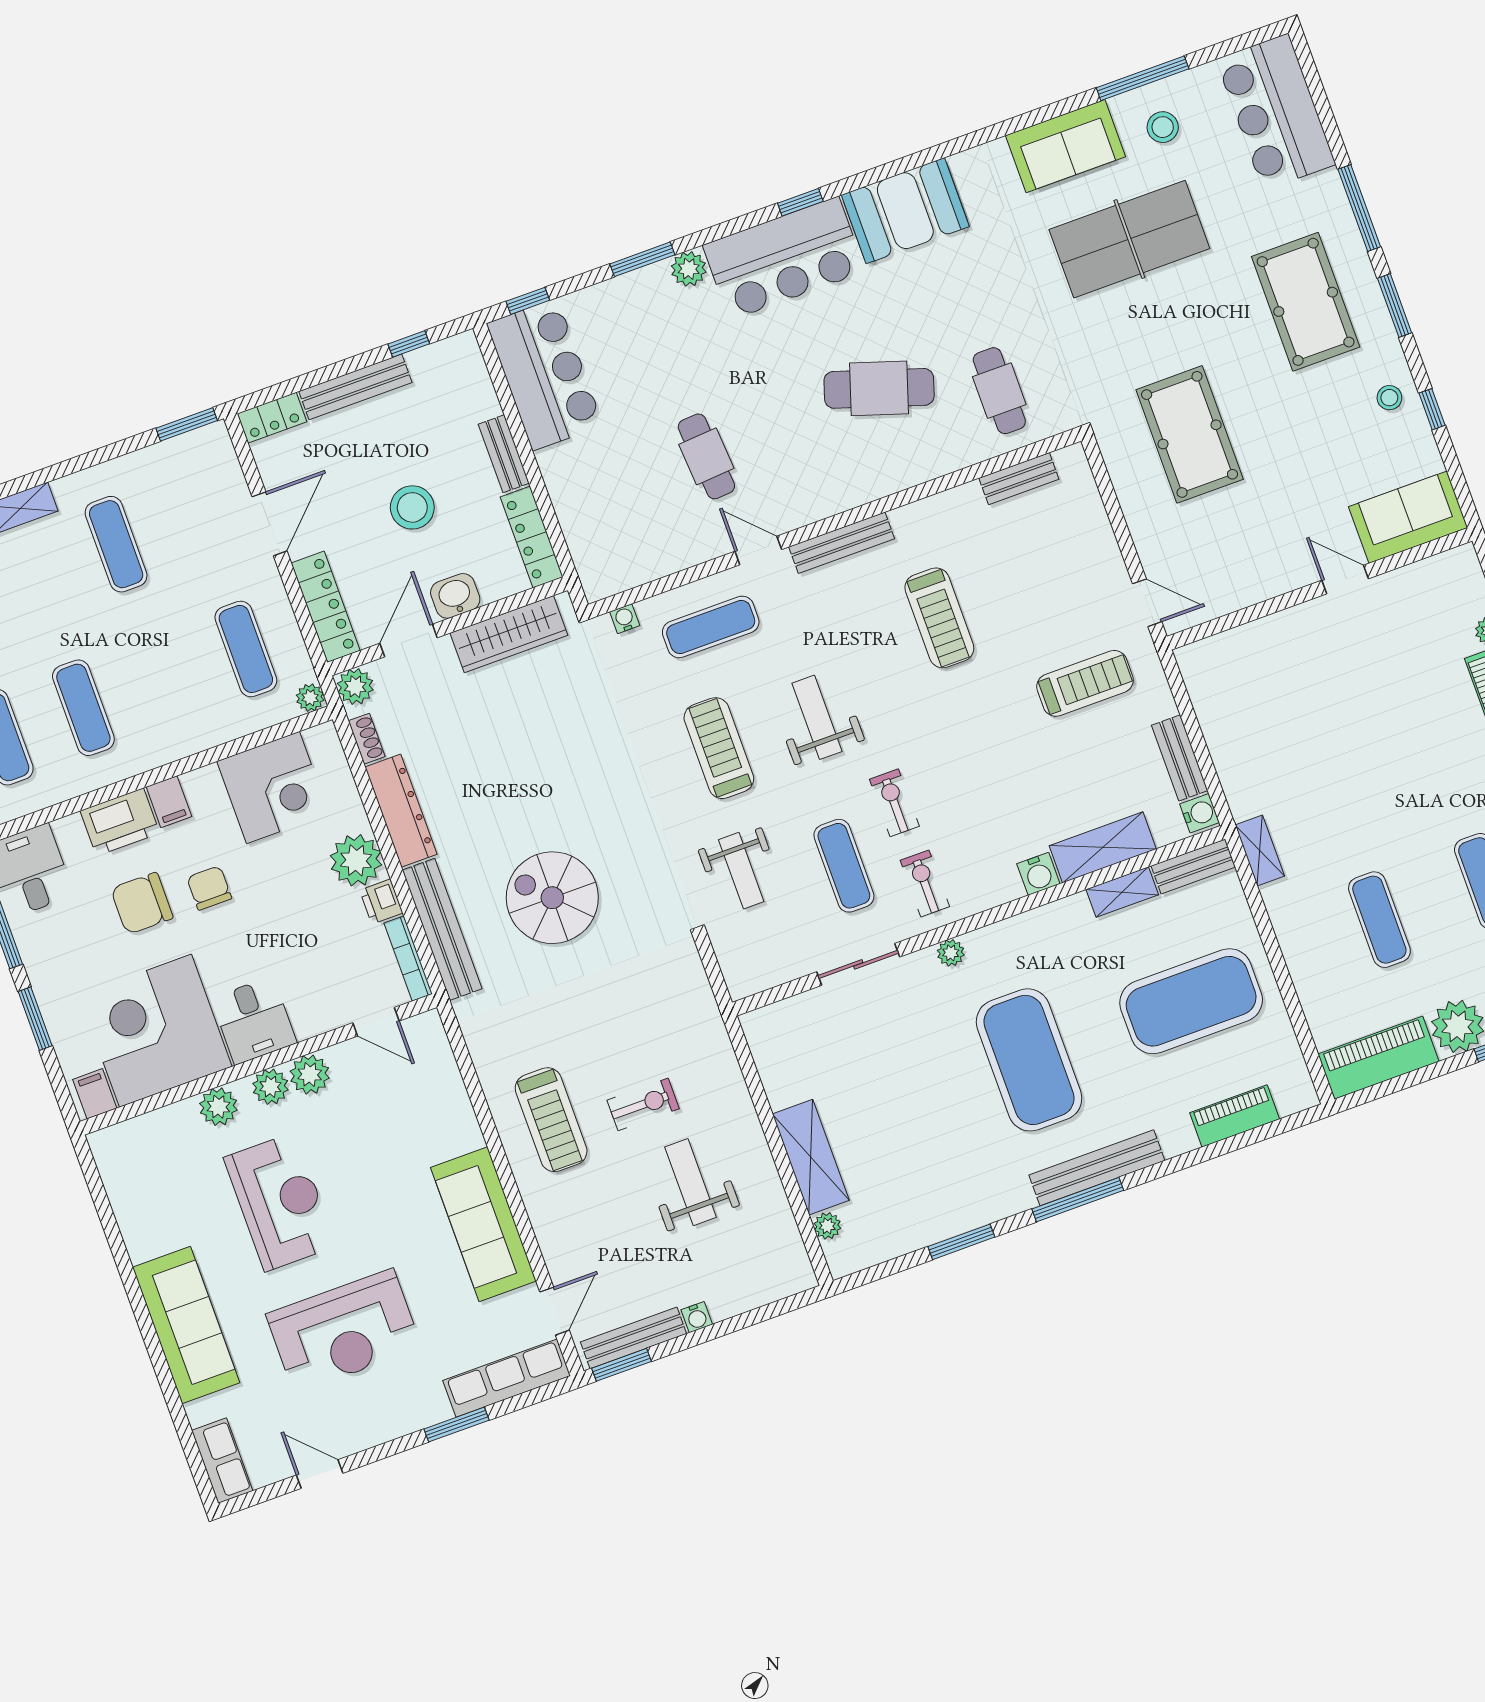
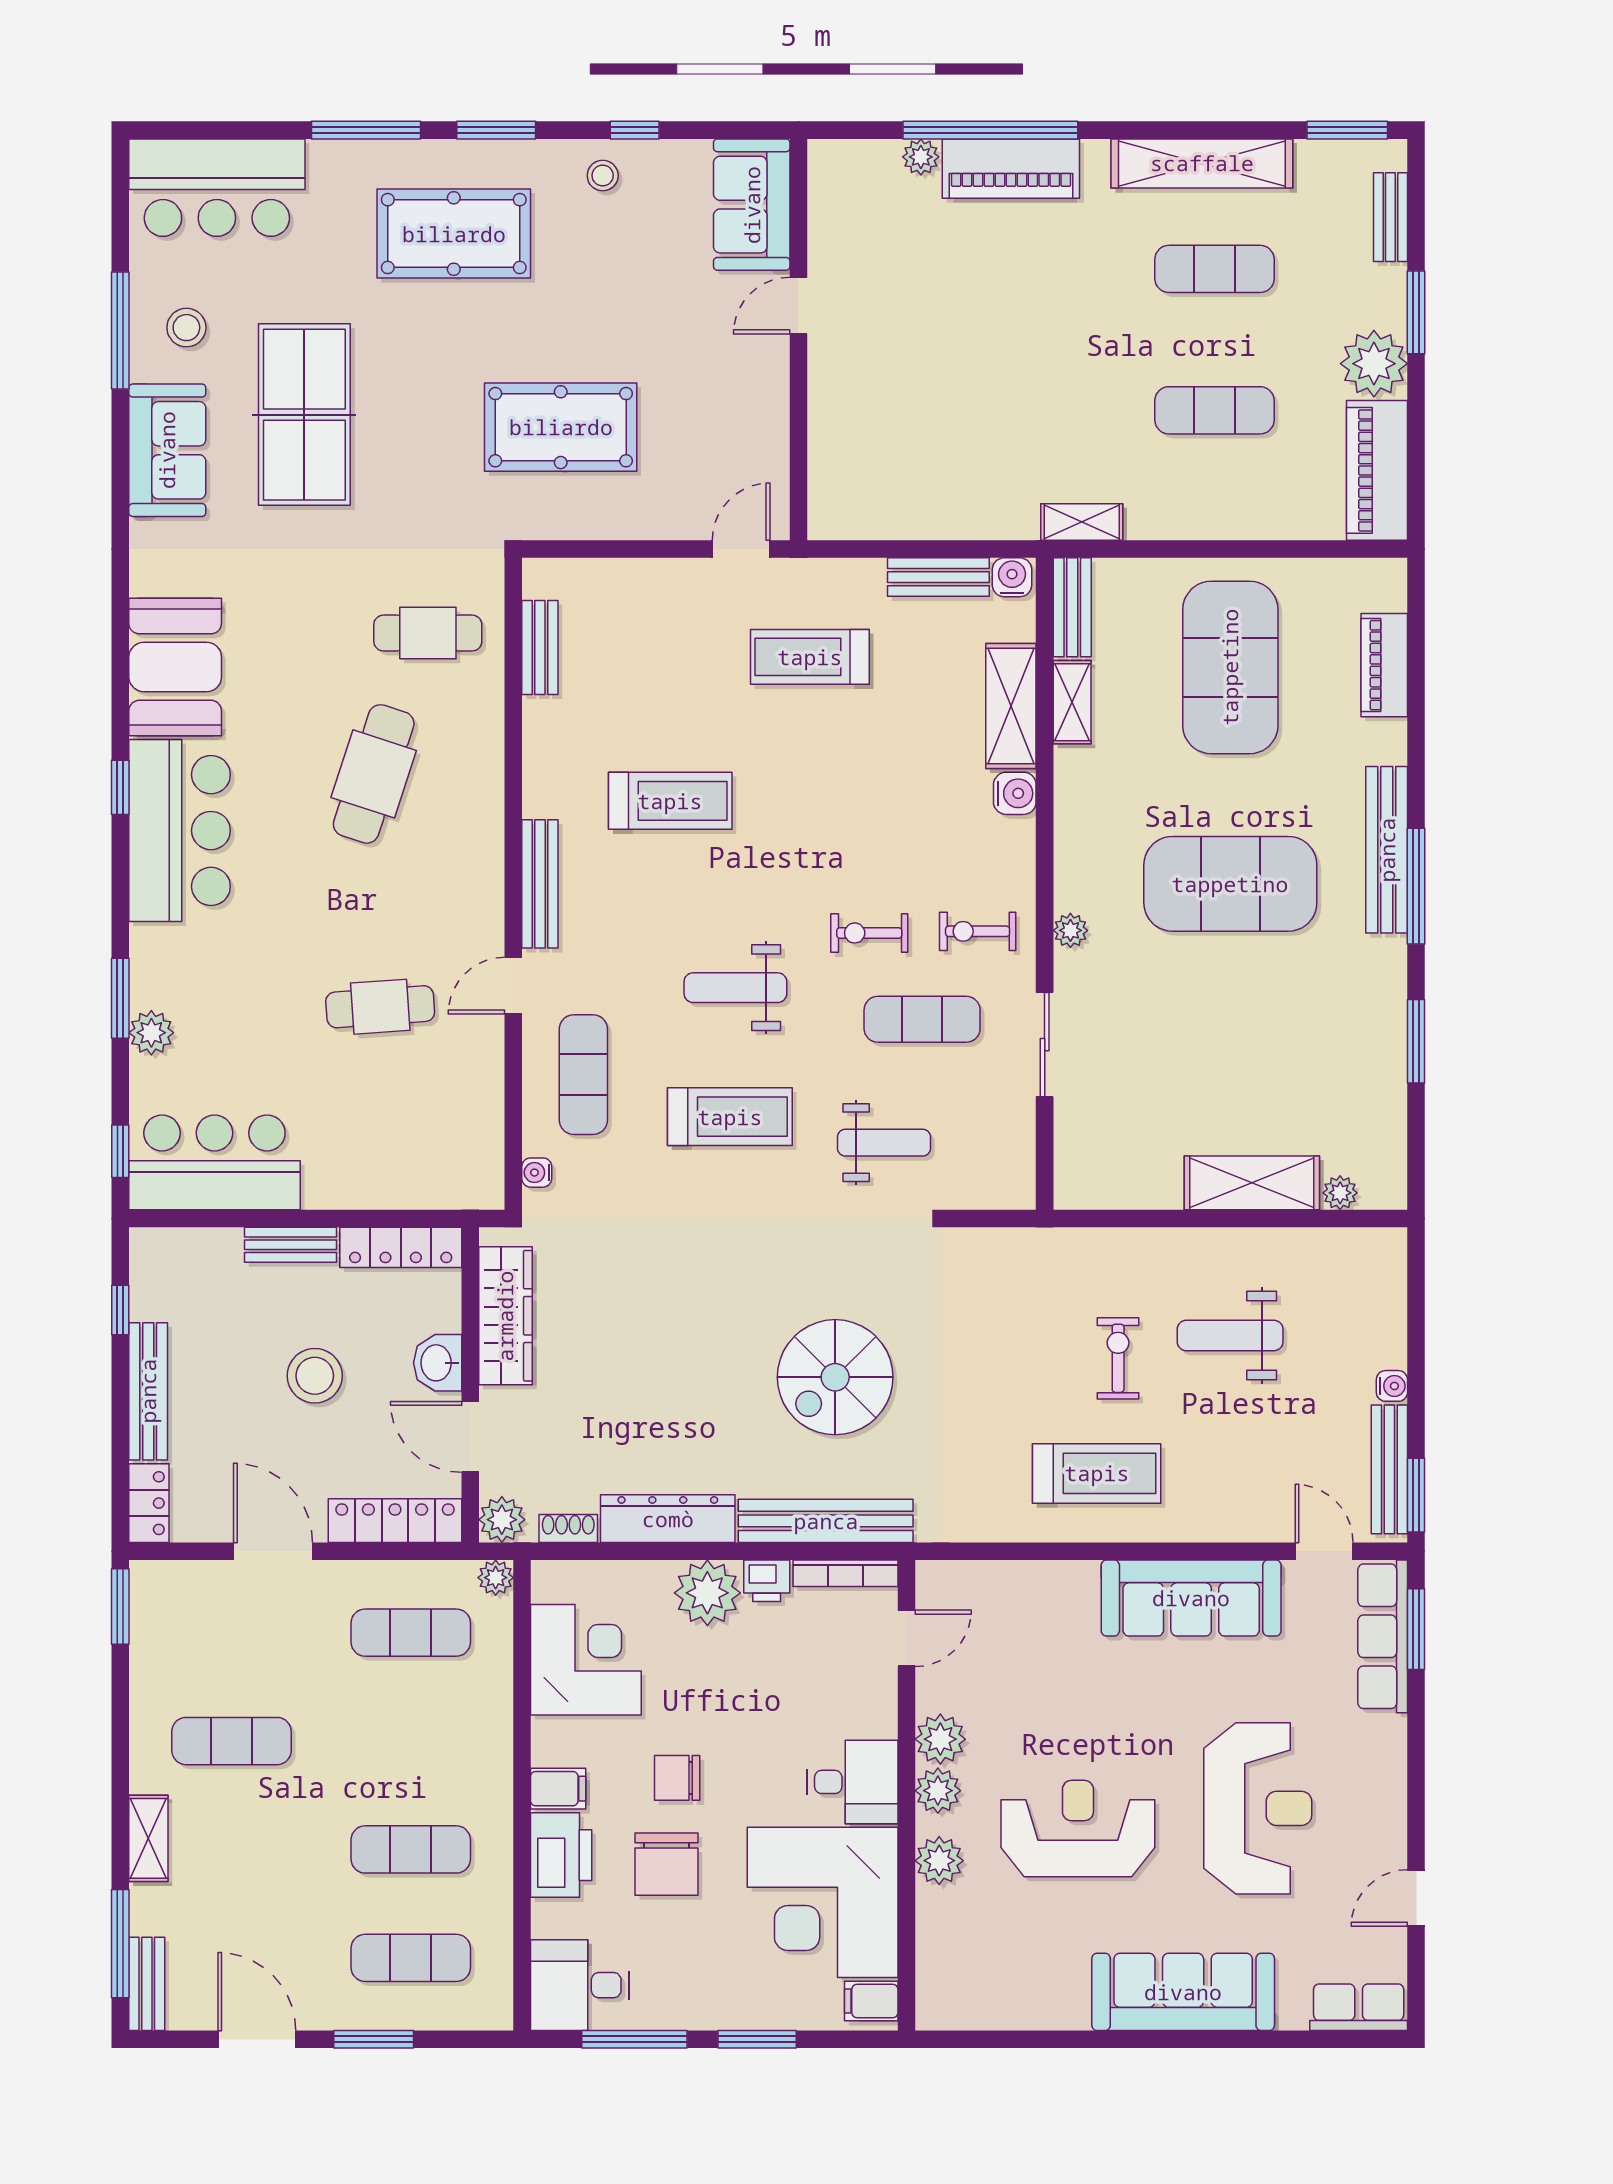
plant: (689, 269) -> (151, 1033), moved
treadmill: (1085, 683) -> (810, 657), turned -90
treadmill: (719, 748) -> (730, 1117), turned 180
window: (456, 1425) -> (1416, 1629), moved

